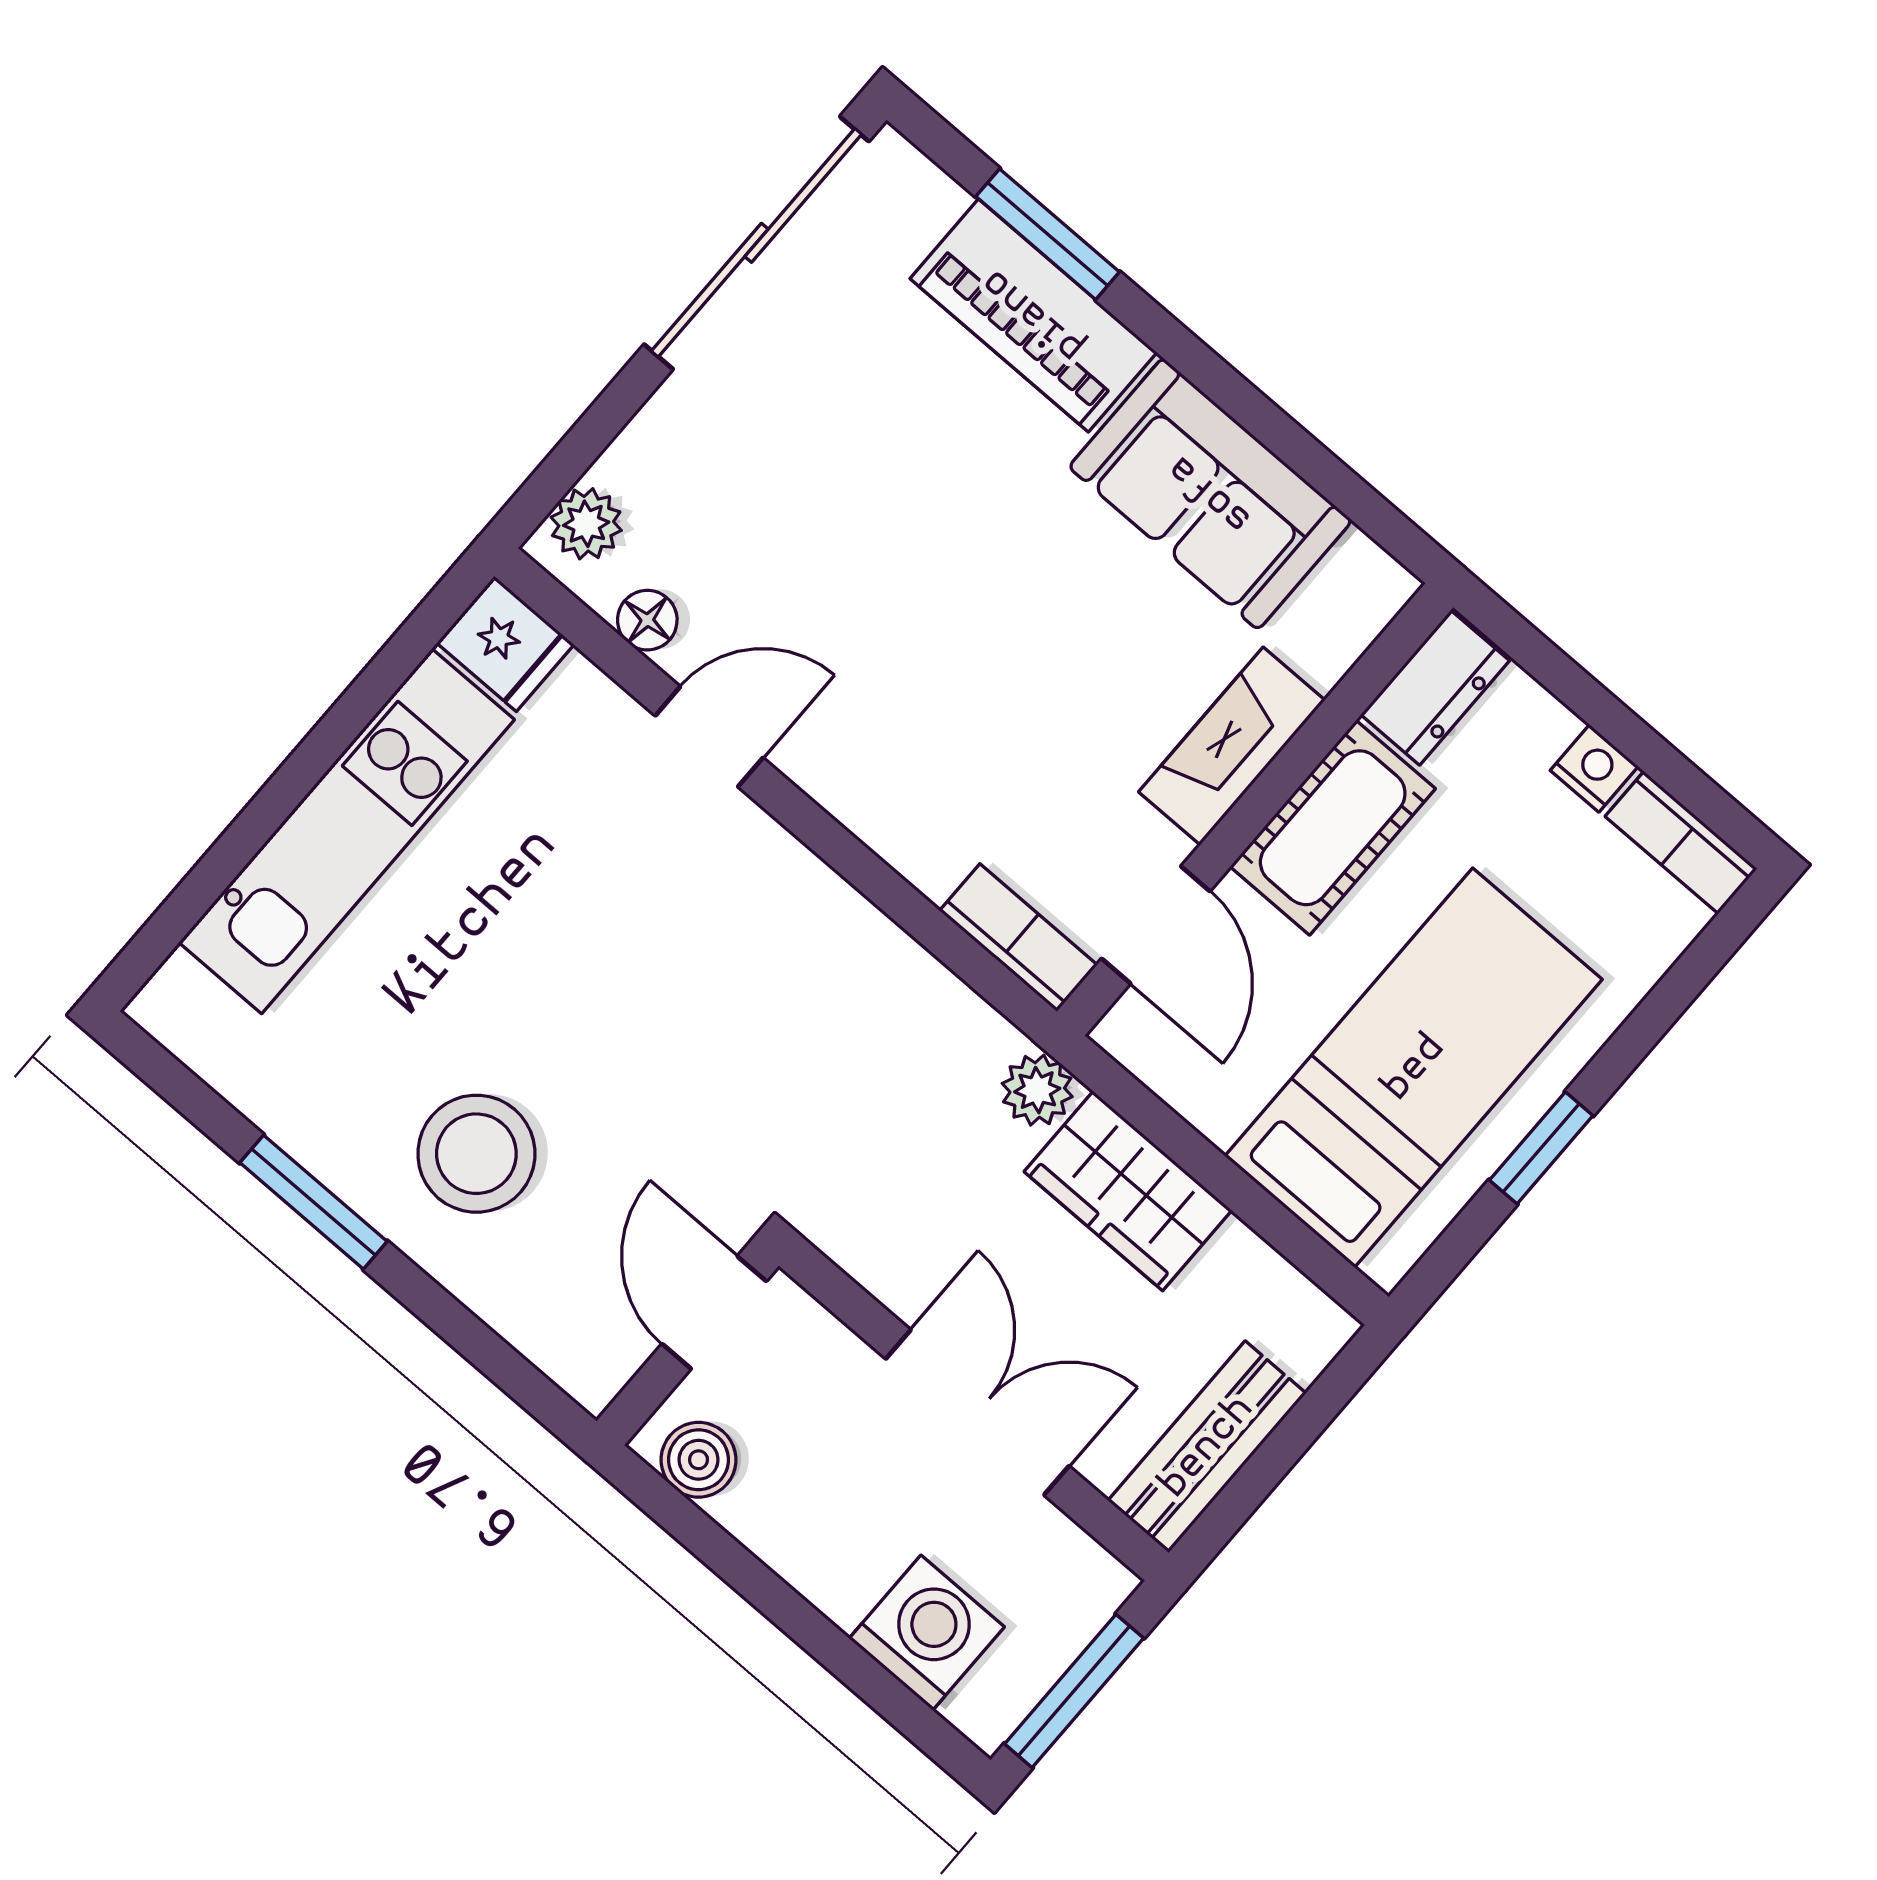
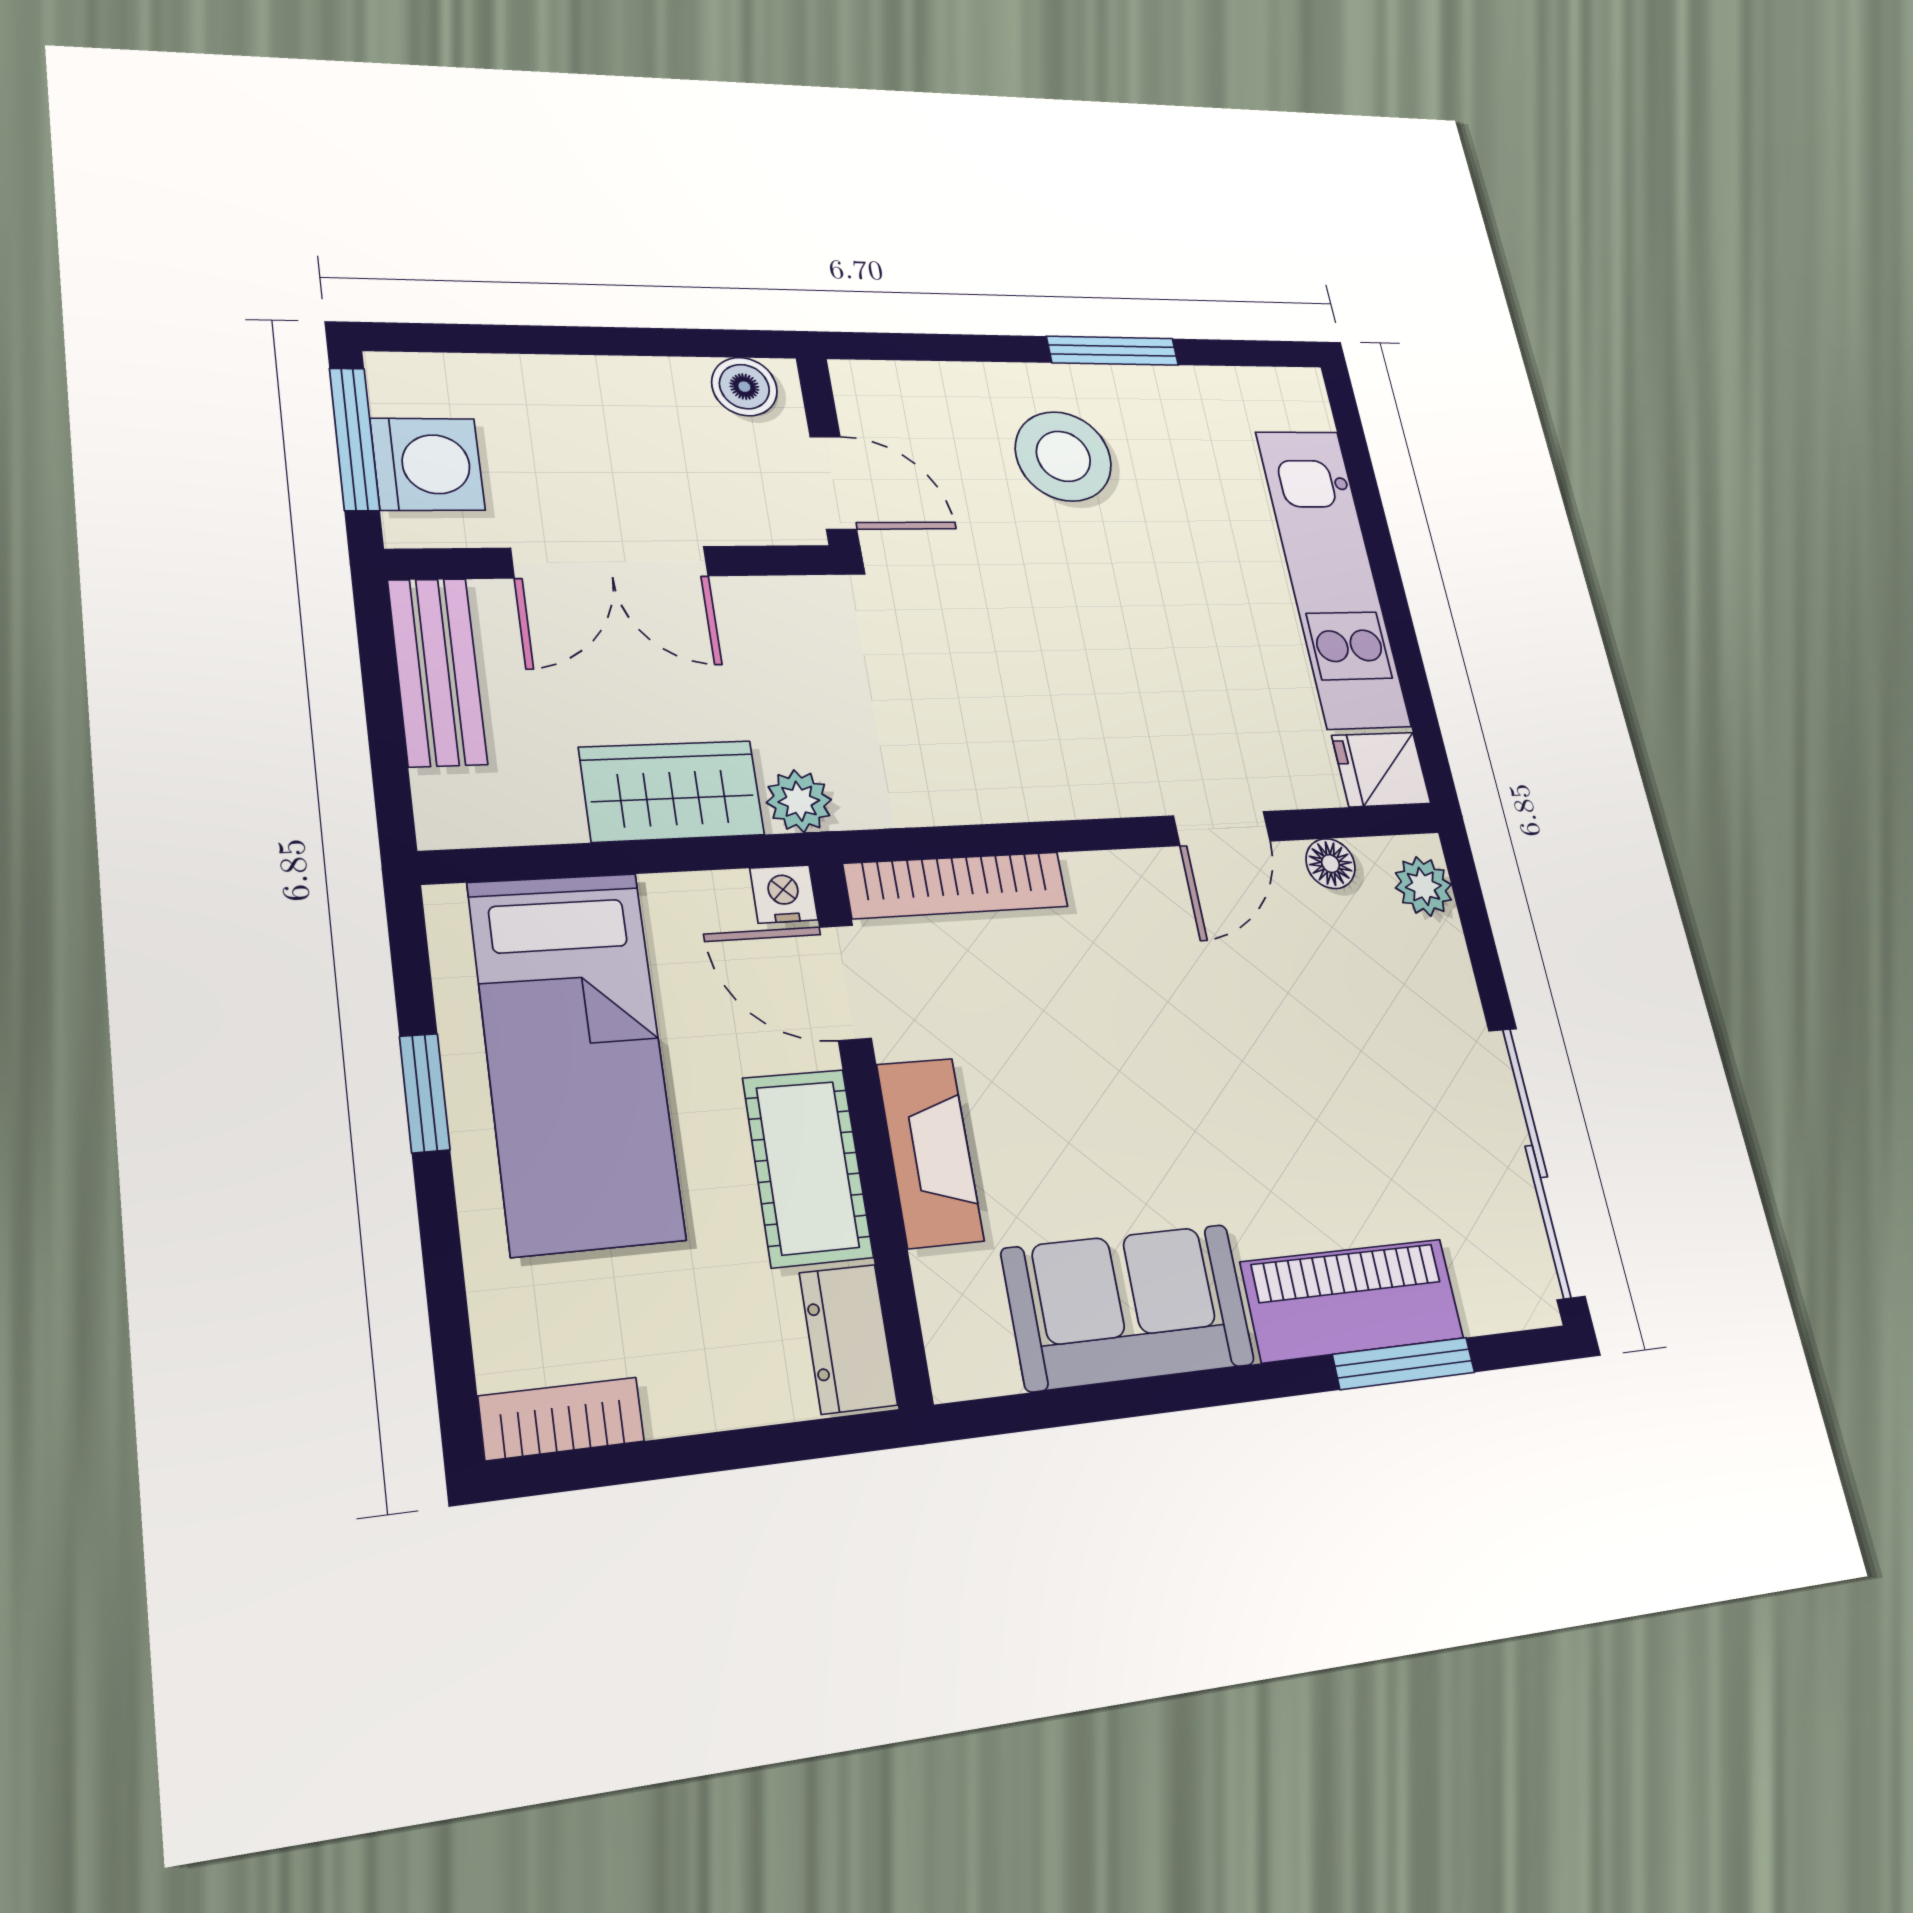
nightstand: (1594, 768) -> (784, 894), moved, turned 180
bookcase: (1018, 938) -> (956, 885), width x1.56
washing machine: (927, 1633) -> (428, 464), moved, turned -90

